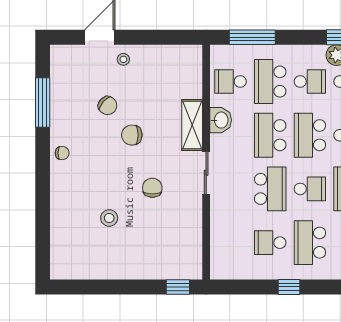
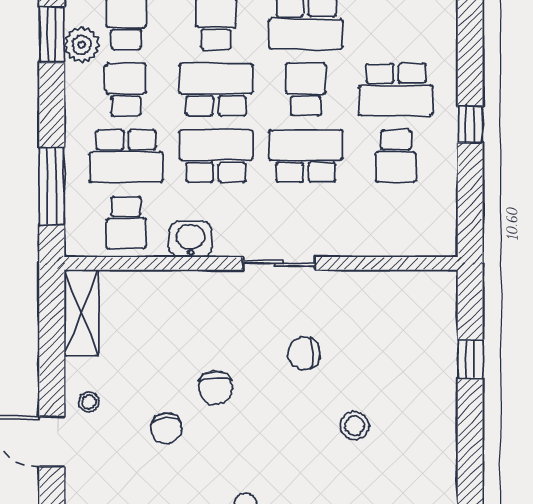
chair: (108, 106) -> (166, 428), turned 138
shelving: (192, 125) -> (81, 313), moved, turned 90
school desk: (270, 135) -> (216, 156), turned 180
school desk: (310, 135) -> (216, 90), turned 180
window: (178, 287) -> (470, 360), moved

